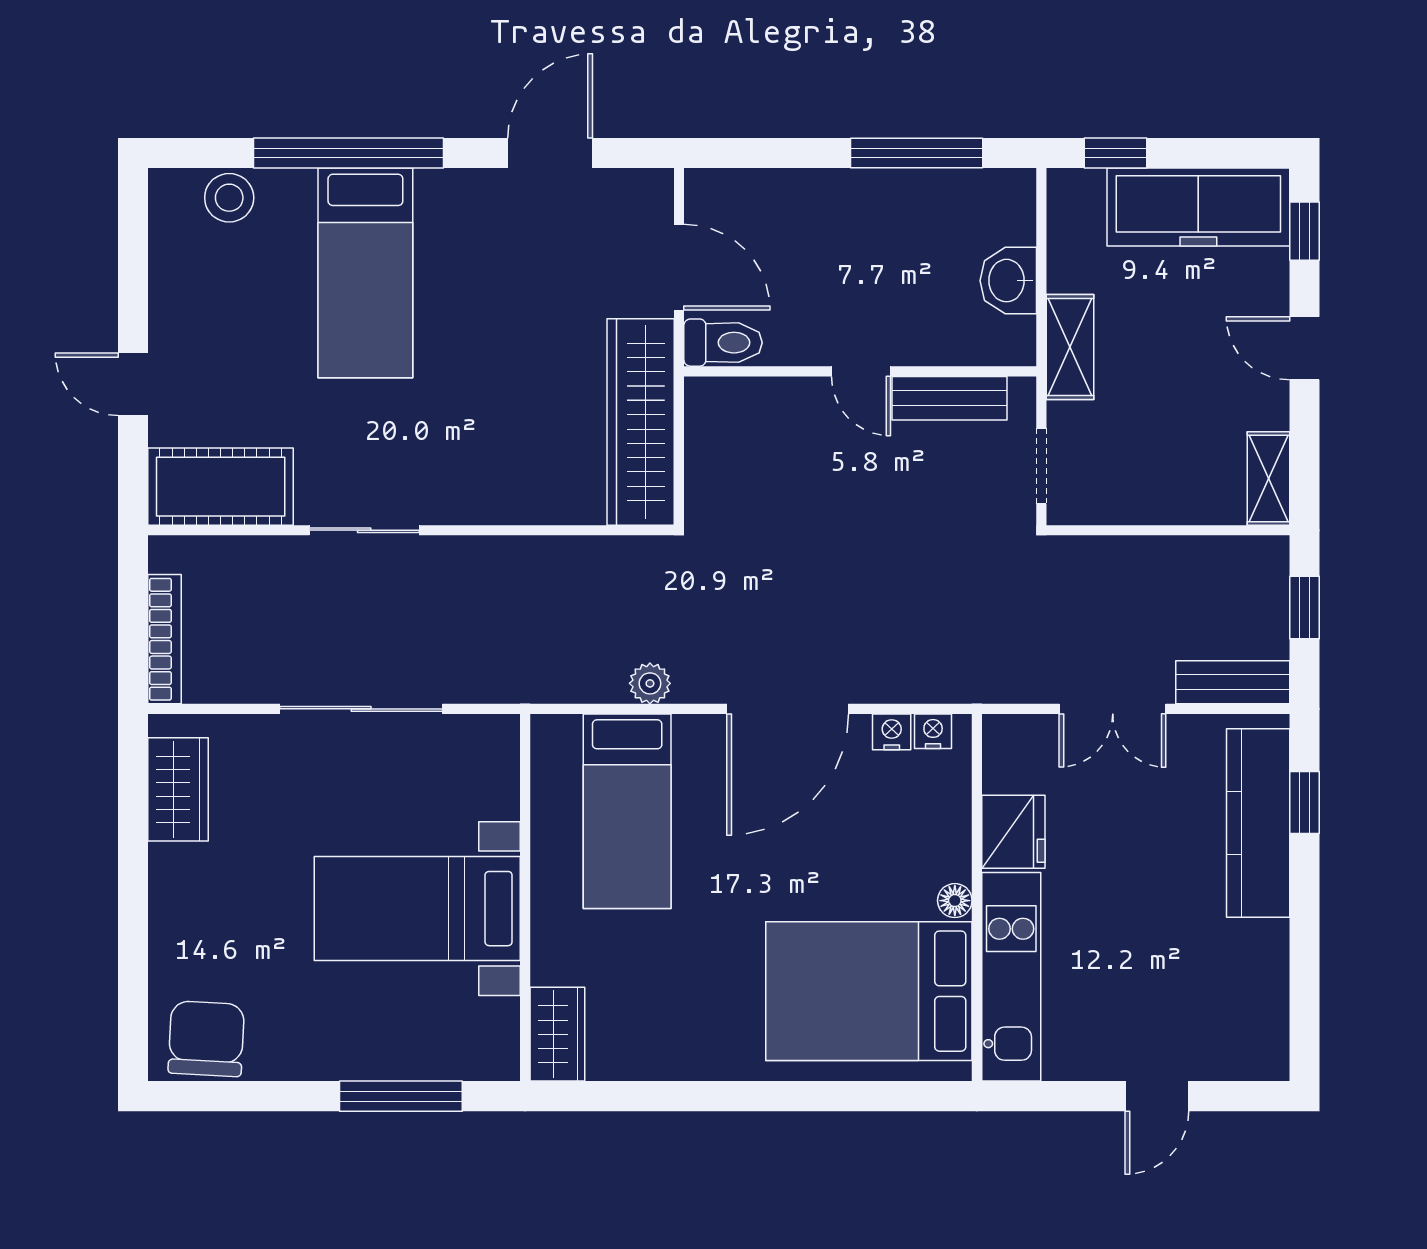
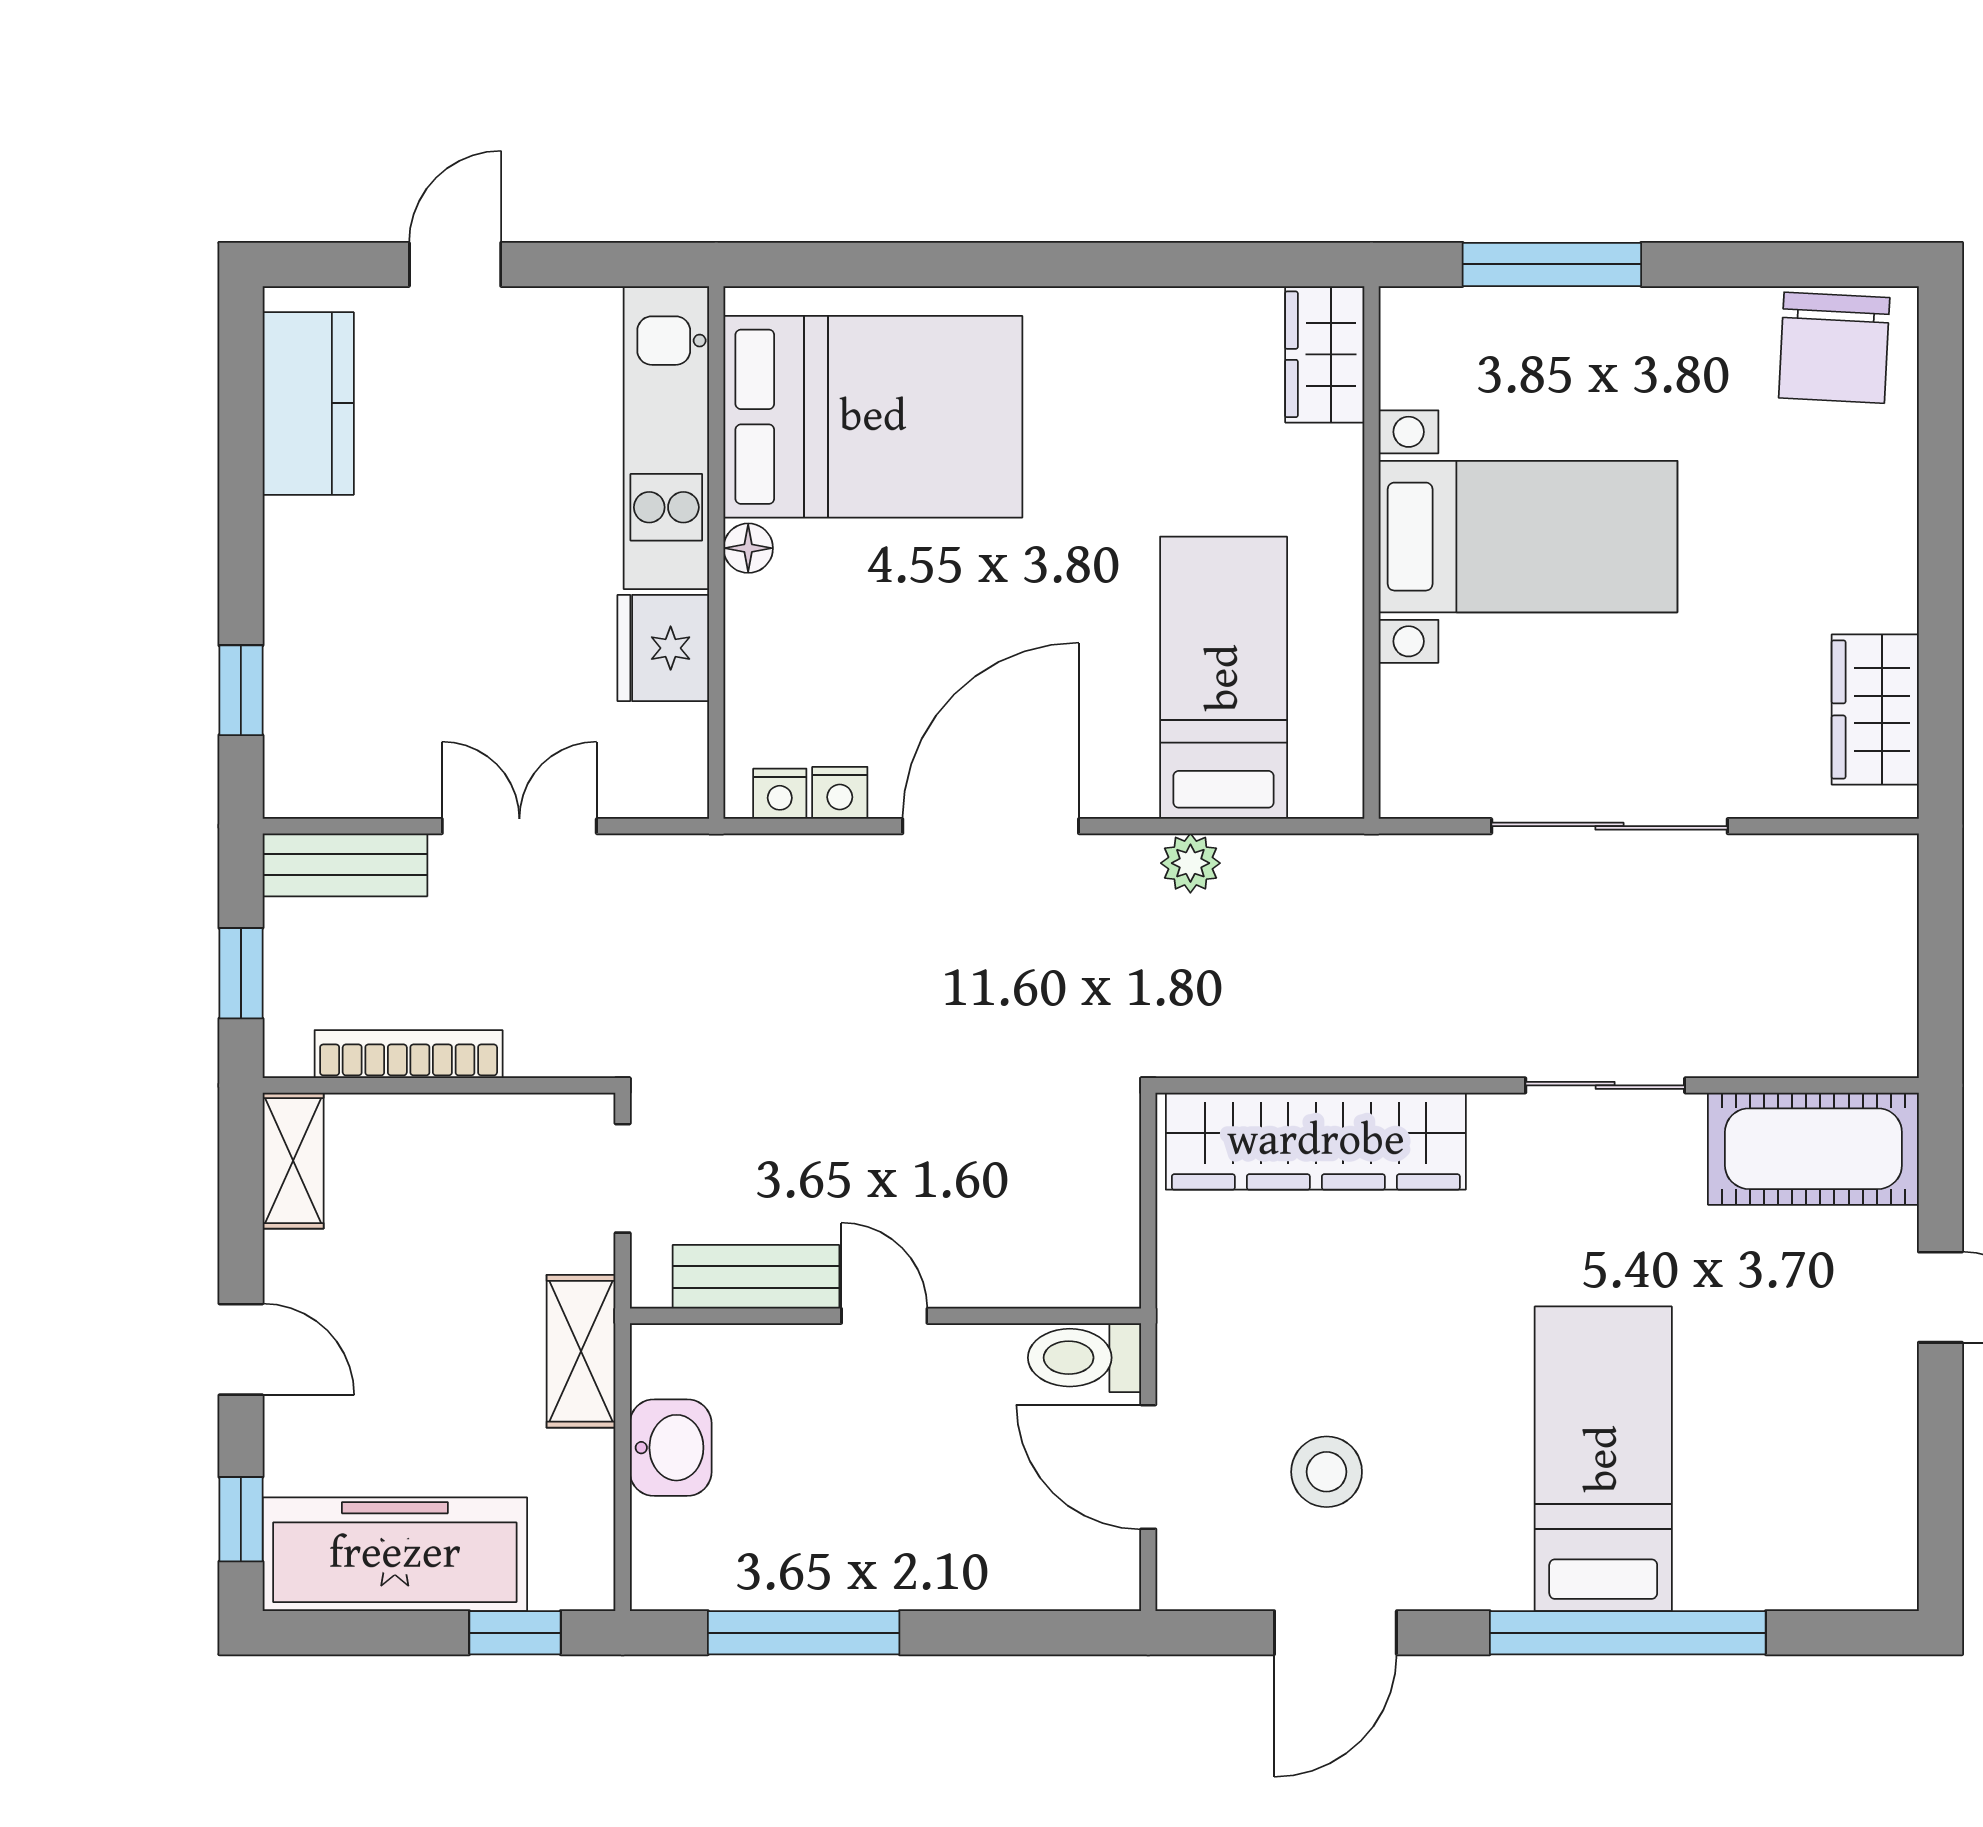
stool: (229, 198) -> (1327, 1472), moved
wardrobe: (641, 422) -> (1316, 1141), moved, turned 90
bookcase: (164, 639) -> (409, 1054), moved, turned 90
kitchen counter: (1258, 823) -> (308, 403), moved, width x0.67

